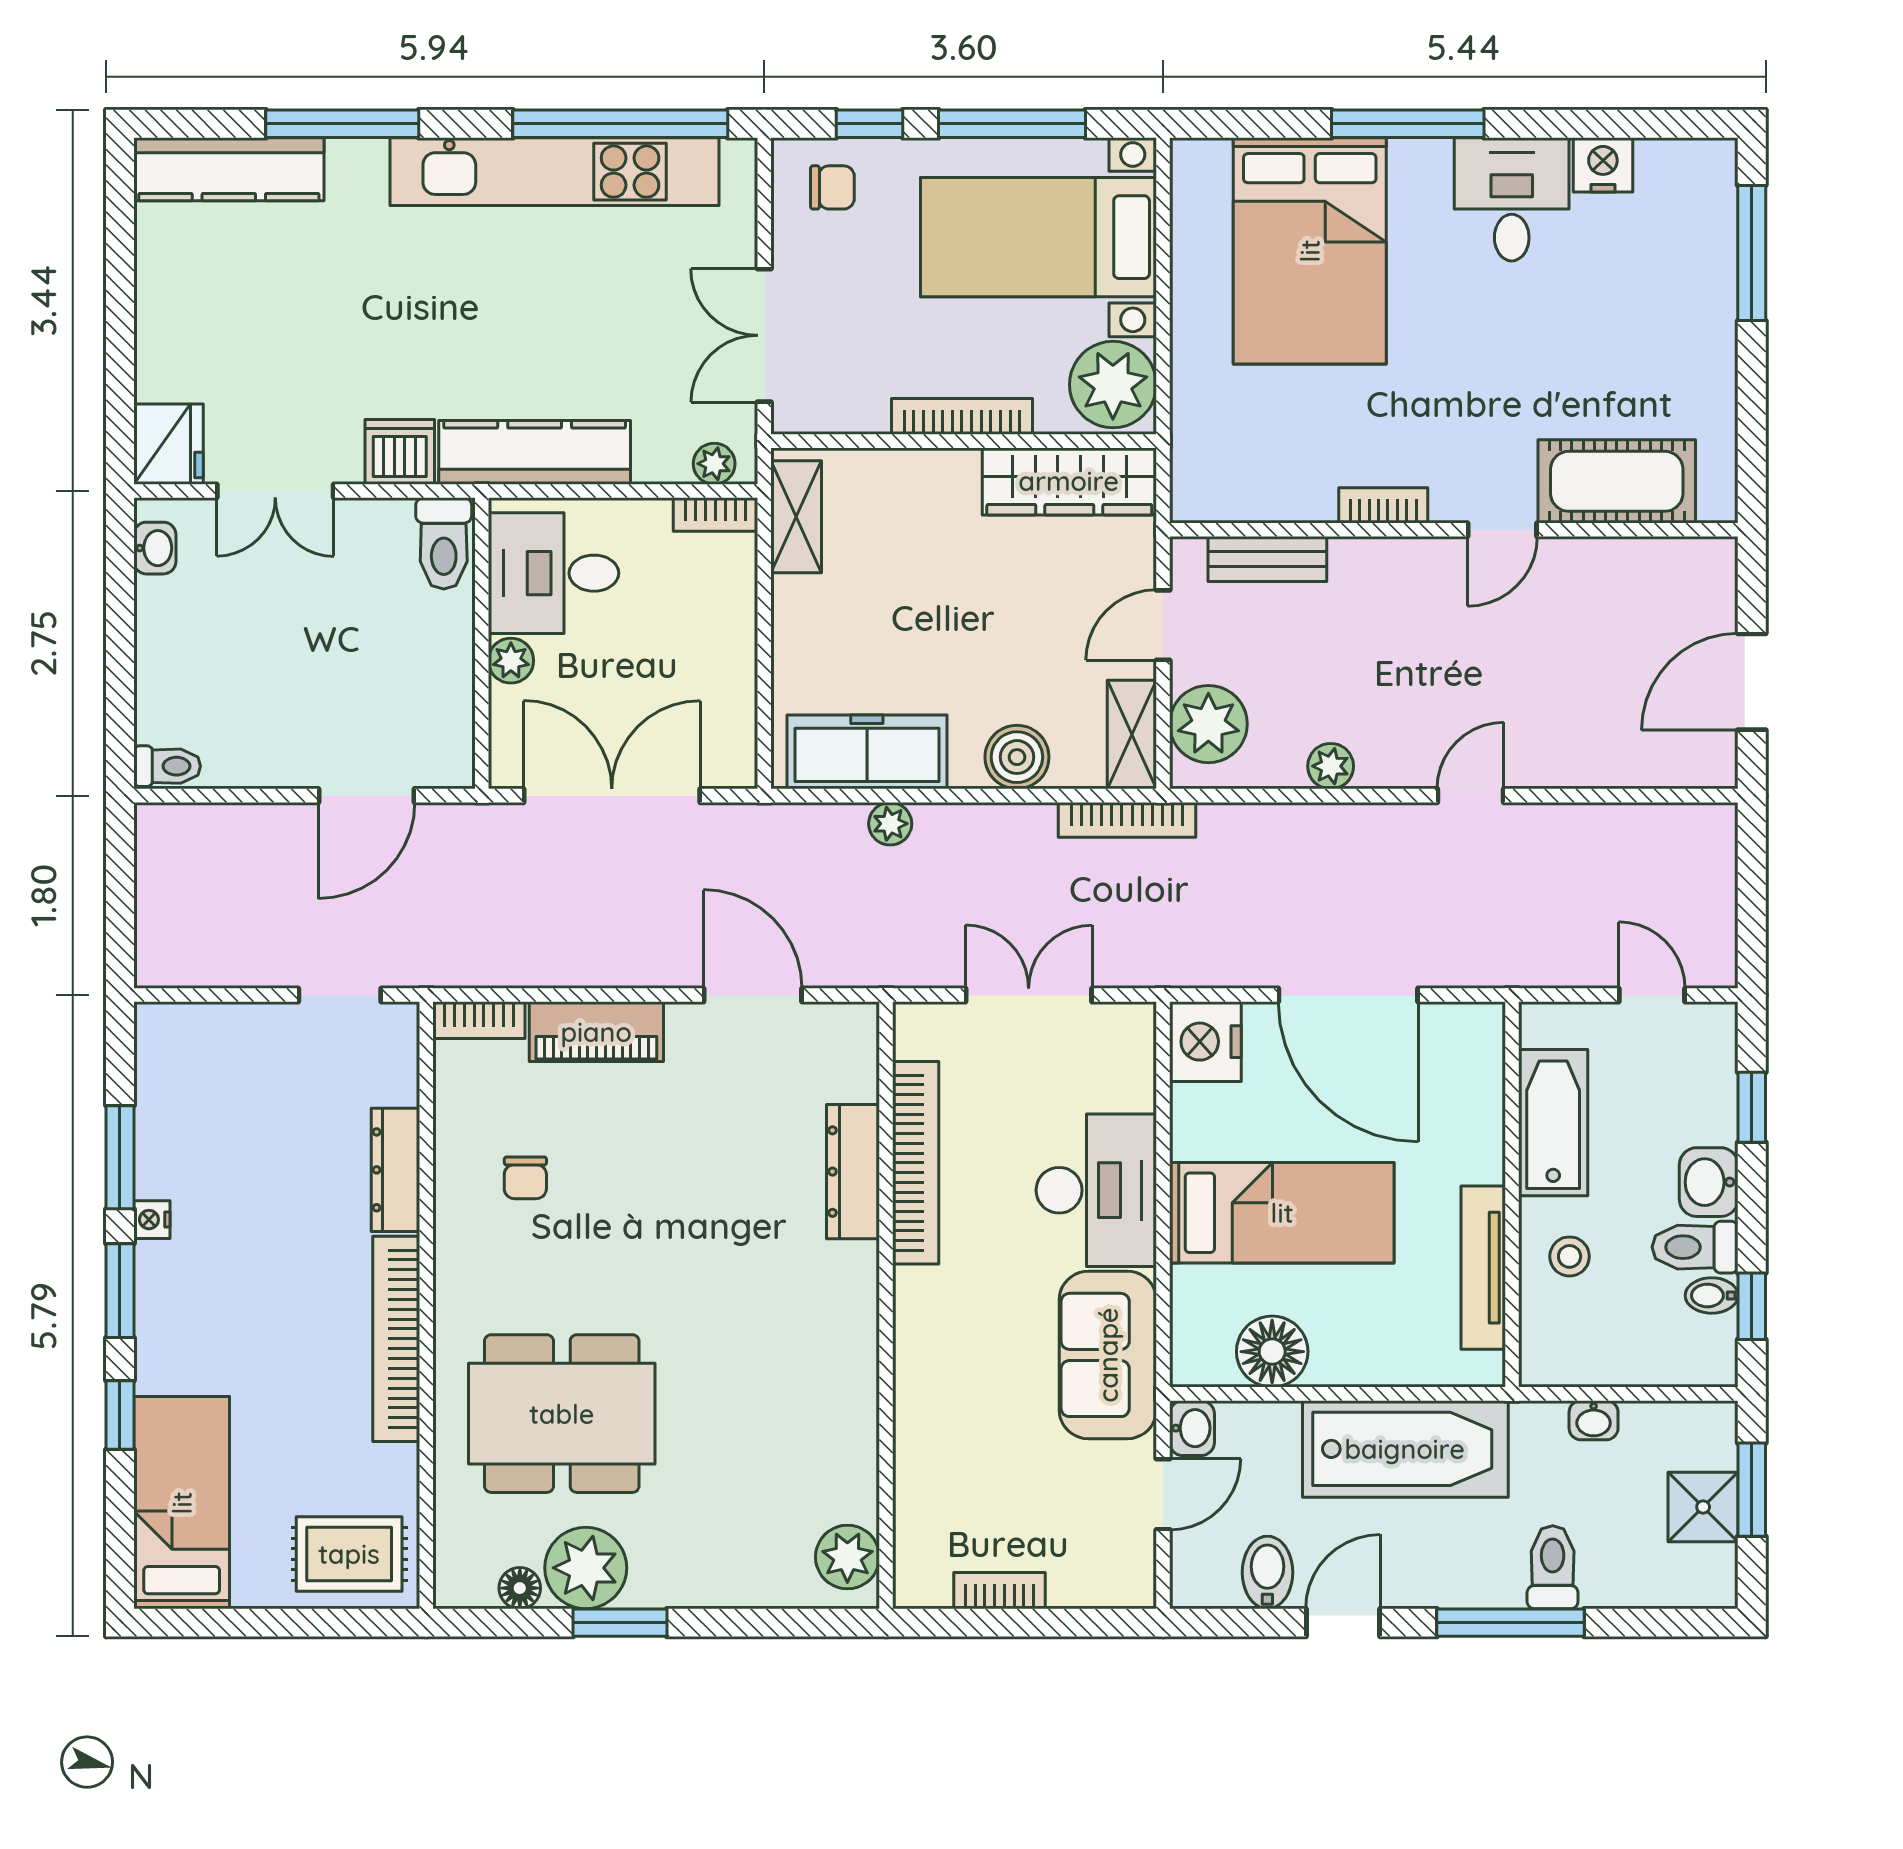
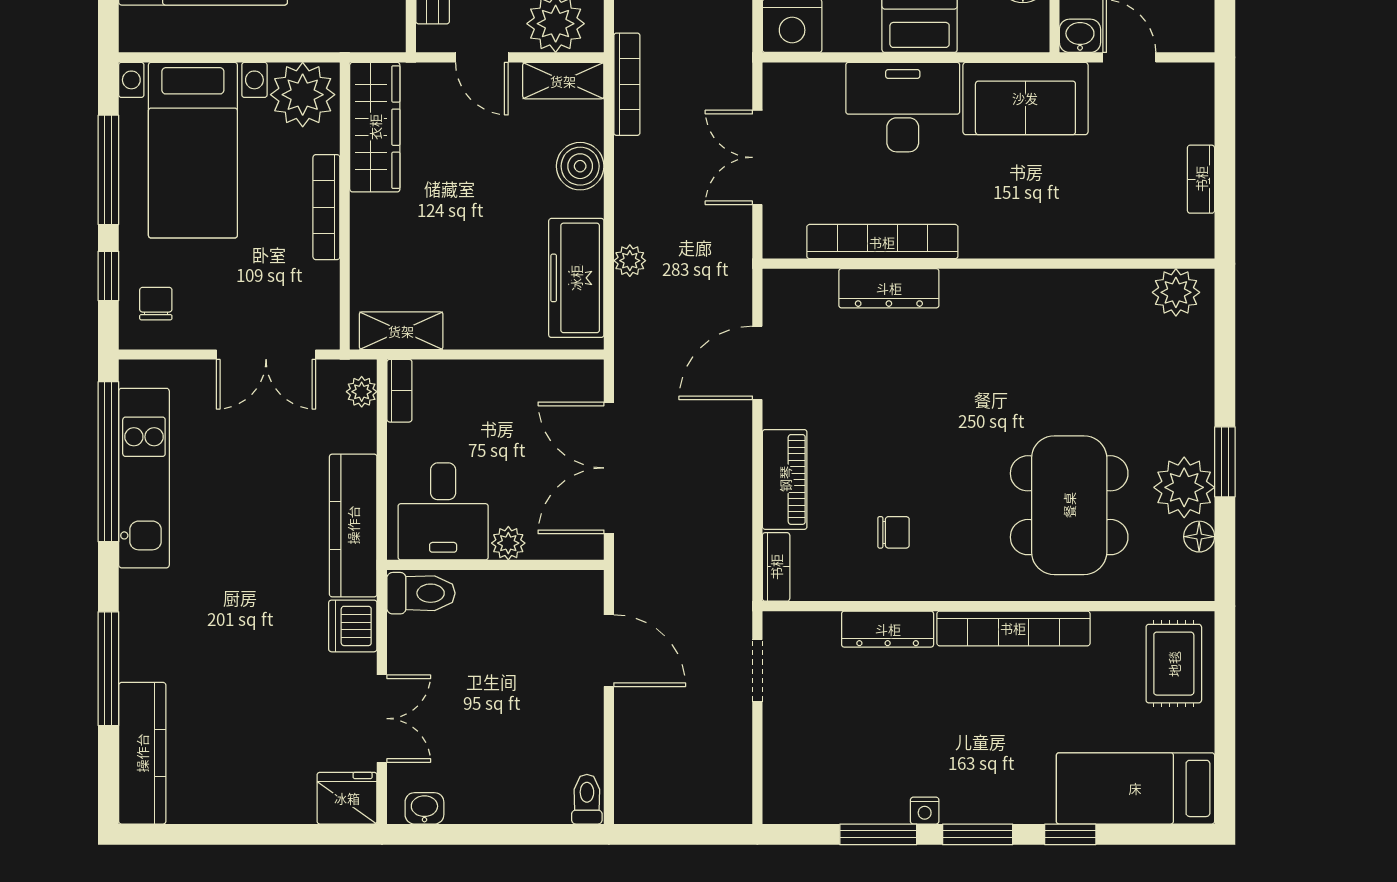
kitchen unit: (554, 172) -> (144, 478), width x0.73

